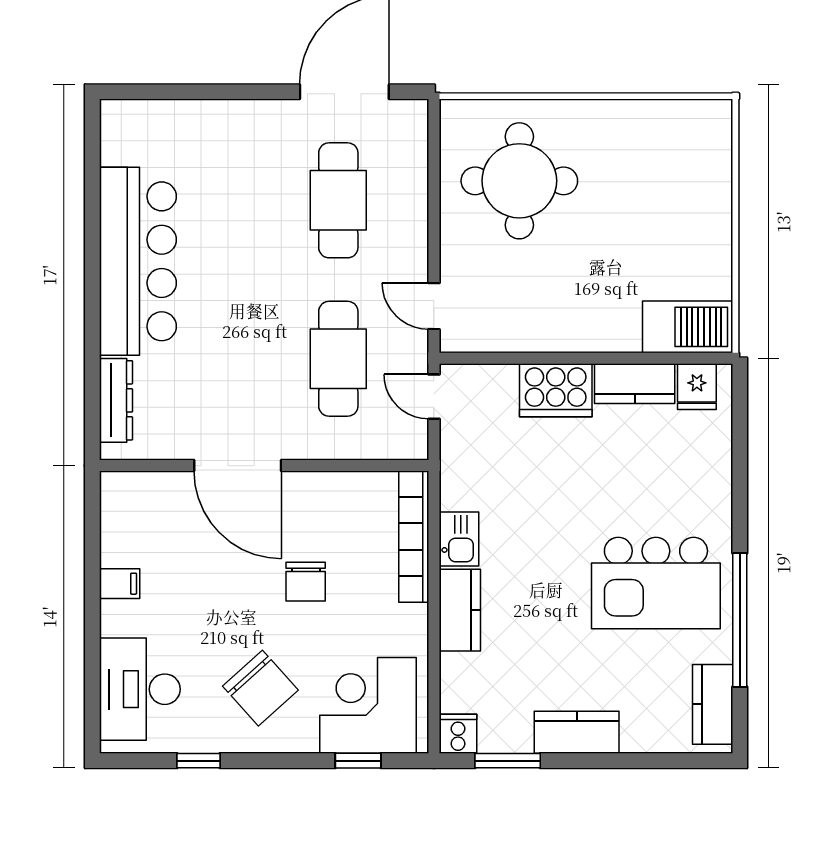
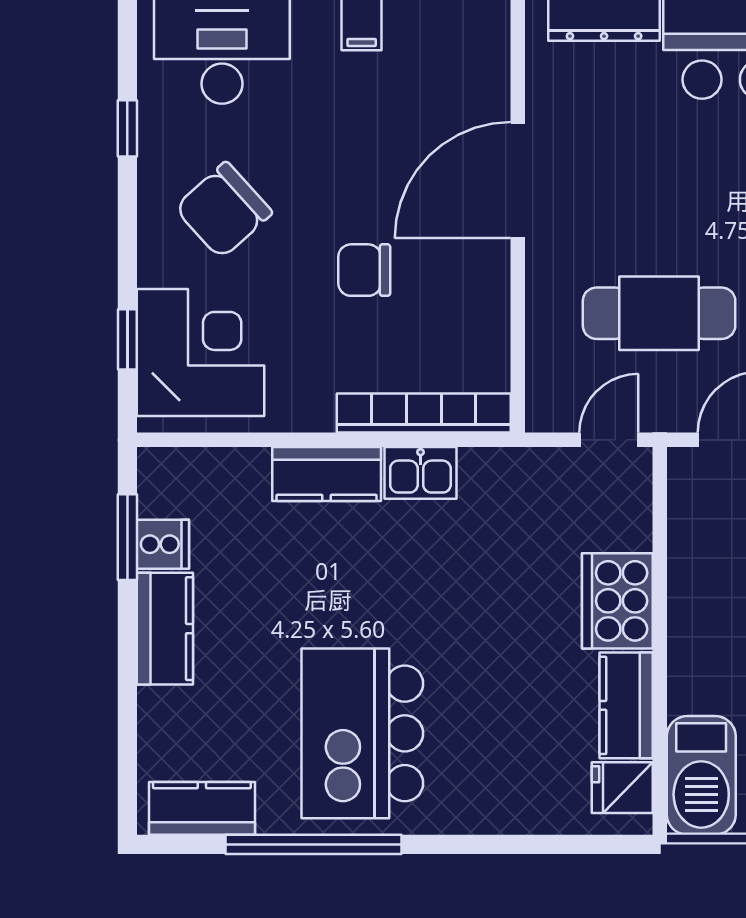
cooker: (458, 734) -> (163, 544), moved

